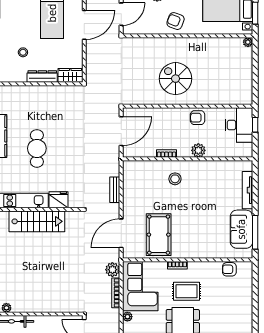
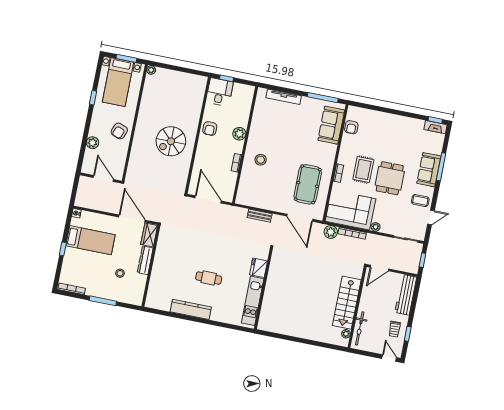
door: (84, 25) -> (132, 219), moved
desk: (239, 125) -> (220, 92), width x0.73
cafe table: (37, 148) -> (209, 278), width x0.73, depth x0.74
stairs: (37, 221) -> (347, 303), moved, turned 180
sofa: (241, 229) -> (331, 125), moved, turned 90
pool table: (159, 235) -> (308, 184), turned 90

